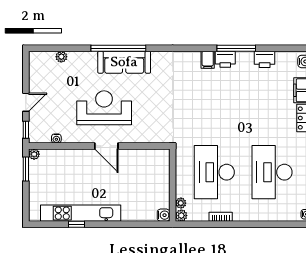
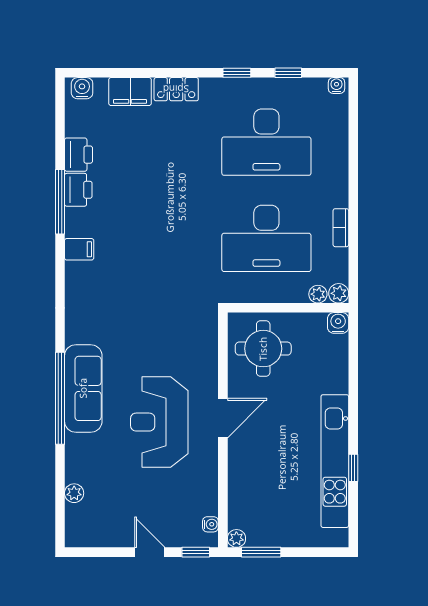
printer: (225, 59) -> (78, 190), moved
water cooler: (56, 139) -> (210, 524), moved
round table: (148, 170) -> (263, 349), added

